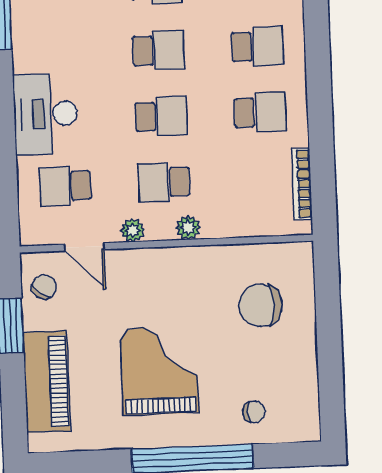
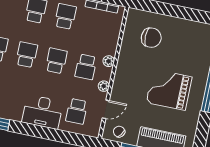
chair: (260, 305) -> (151, 38), turned -90
chair: (254, 412) -> (198, 52), removed

